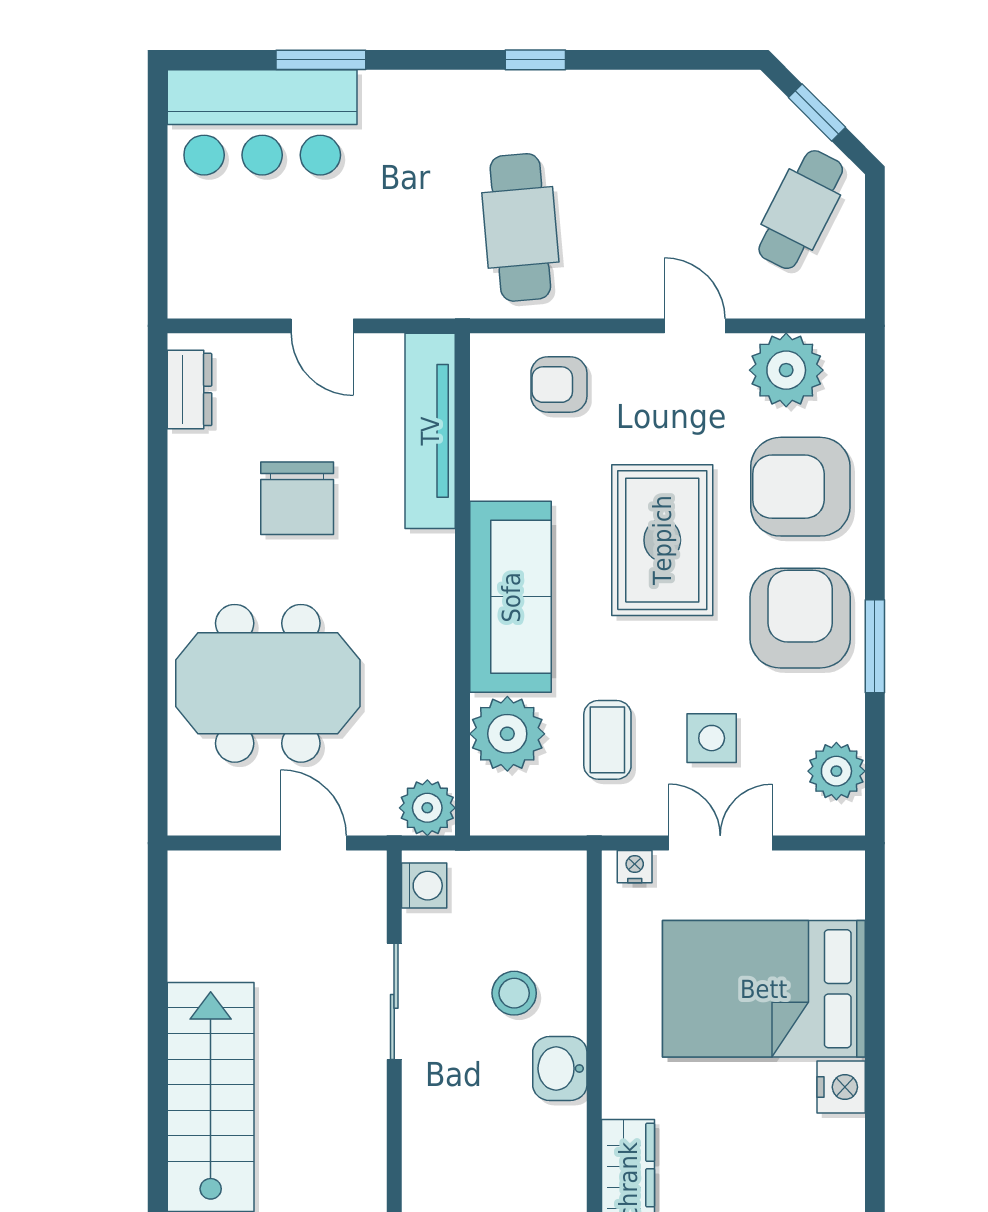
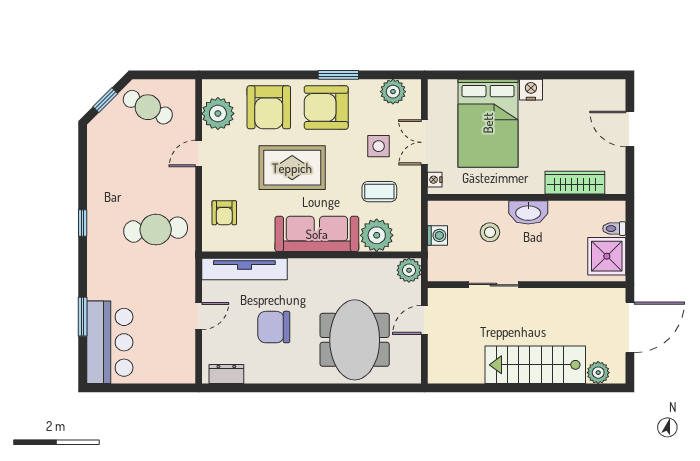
chair: (297, 498) -> (274, 327), turned 180
washing machine: (424, 886) -> (437, 235), moved, turned 90
washbasin: (560, 1069) -> (528, 212), width x1.38

